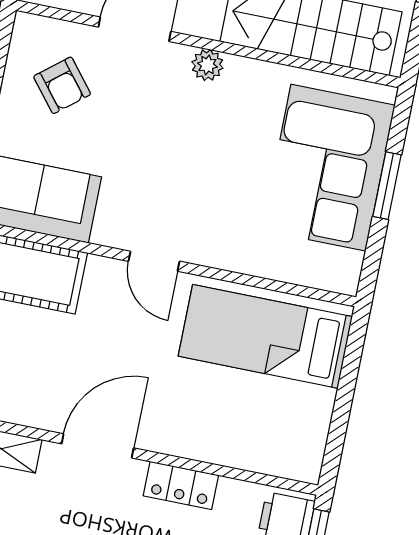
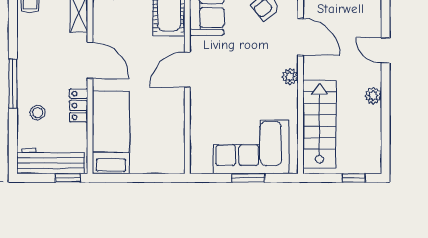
door: (154, 261) -> (187, 70), width x1.38
bed: (265, 336) -> (111, 133), moved

